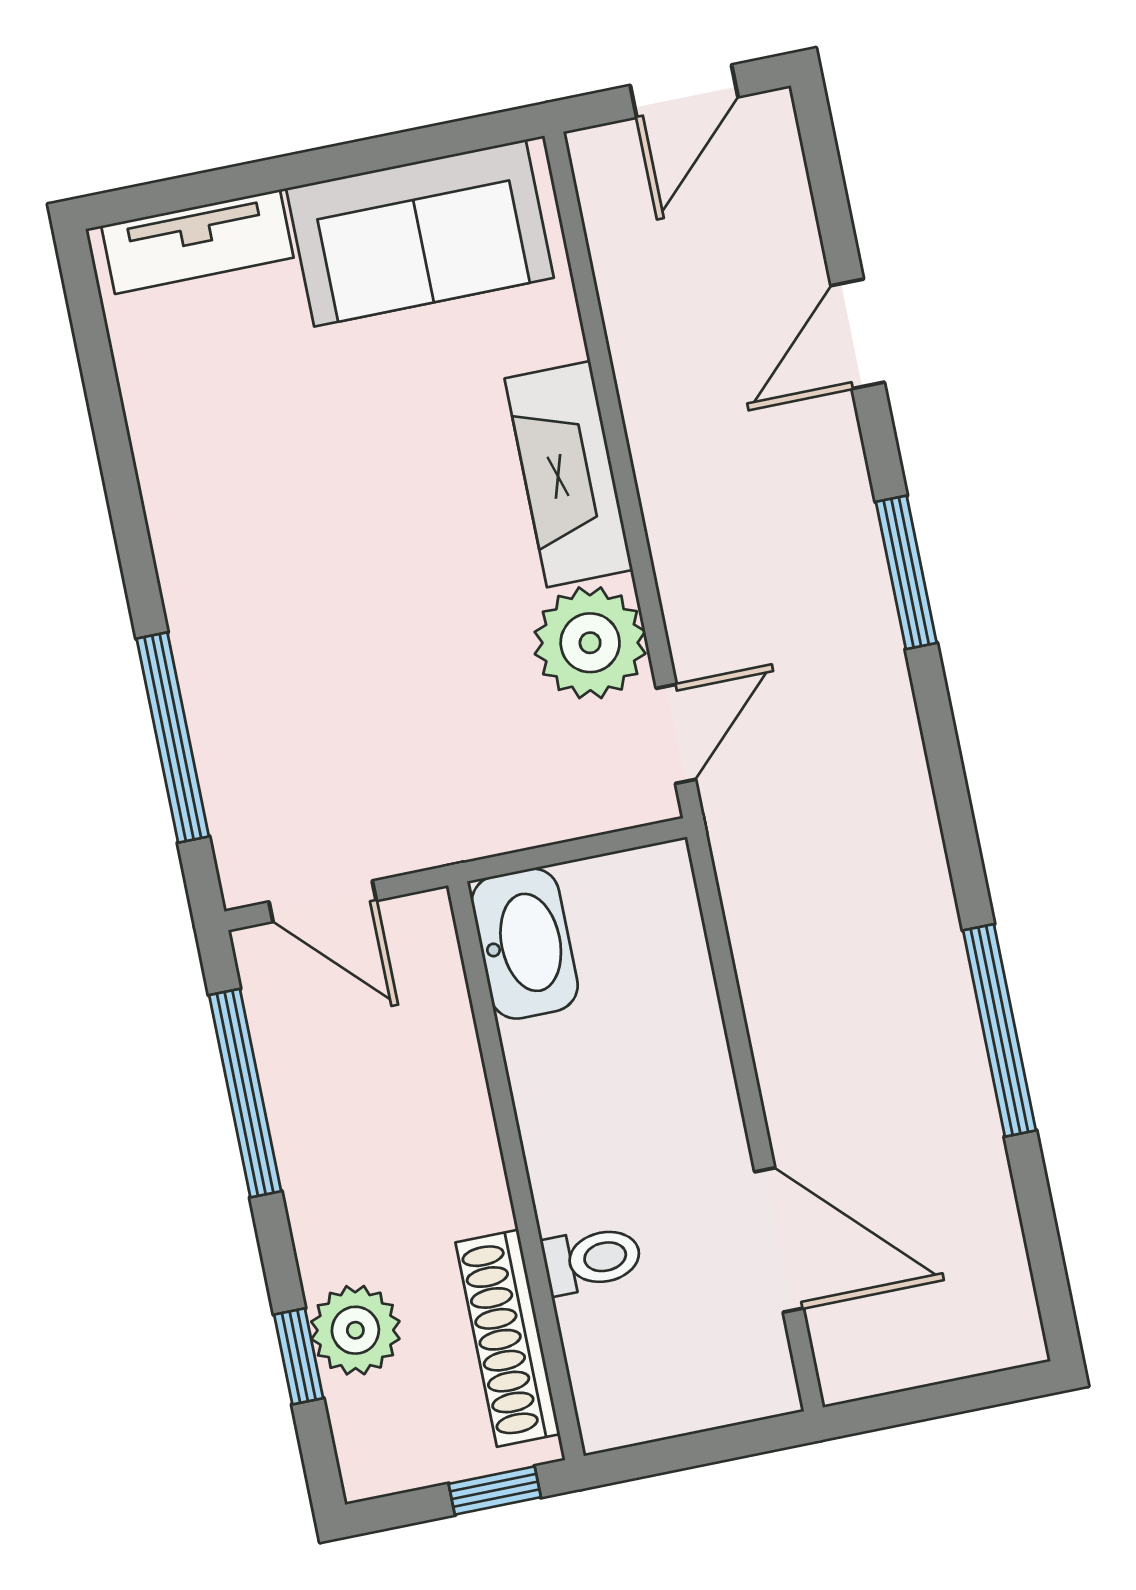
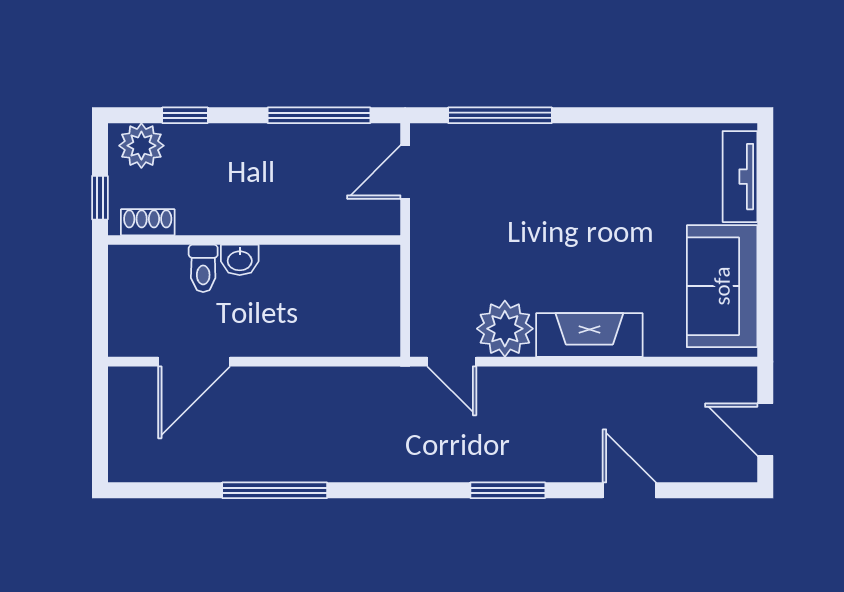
washbasin: (525, 944) -> (240, 260), moved, width x0.52, depth x0.69
plant: (355, 1330) -> (141, 146), moved
shoe rack: (508, 1338) -> (148, 222), width x0.51, depth x0.81

